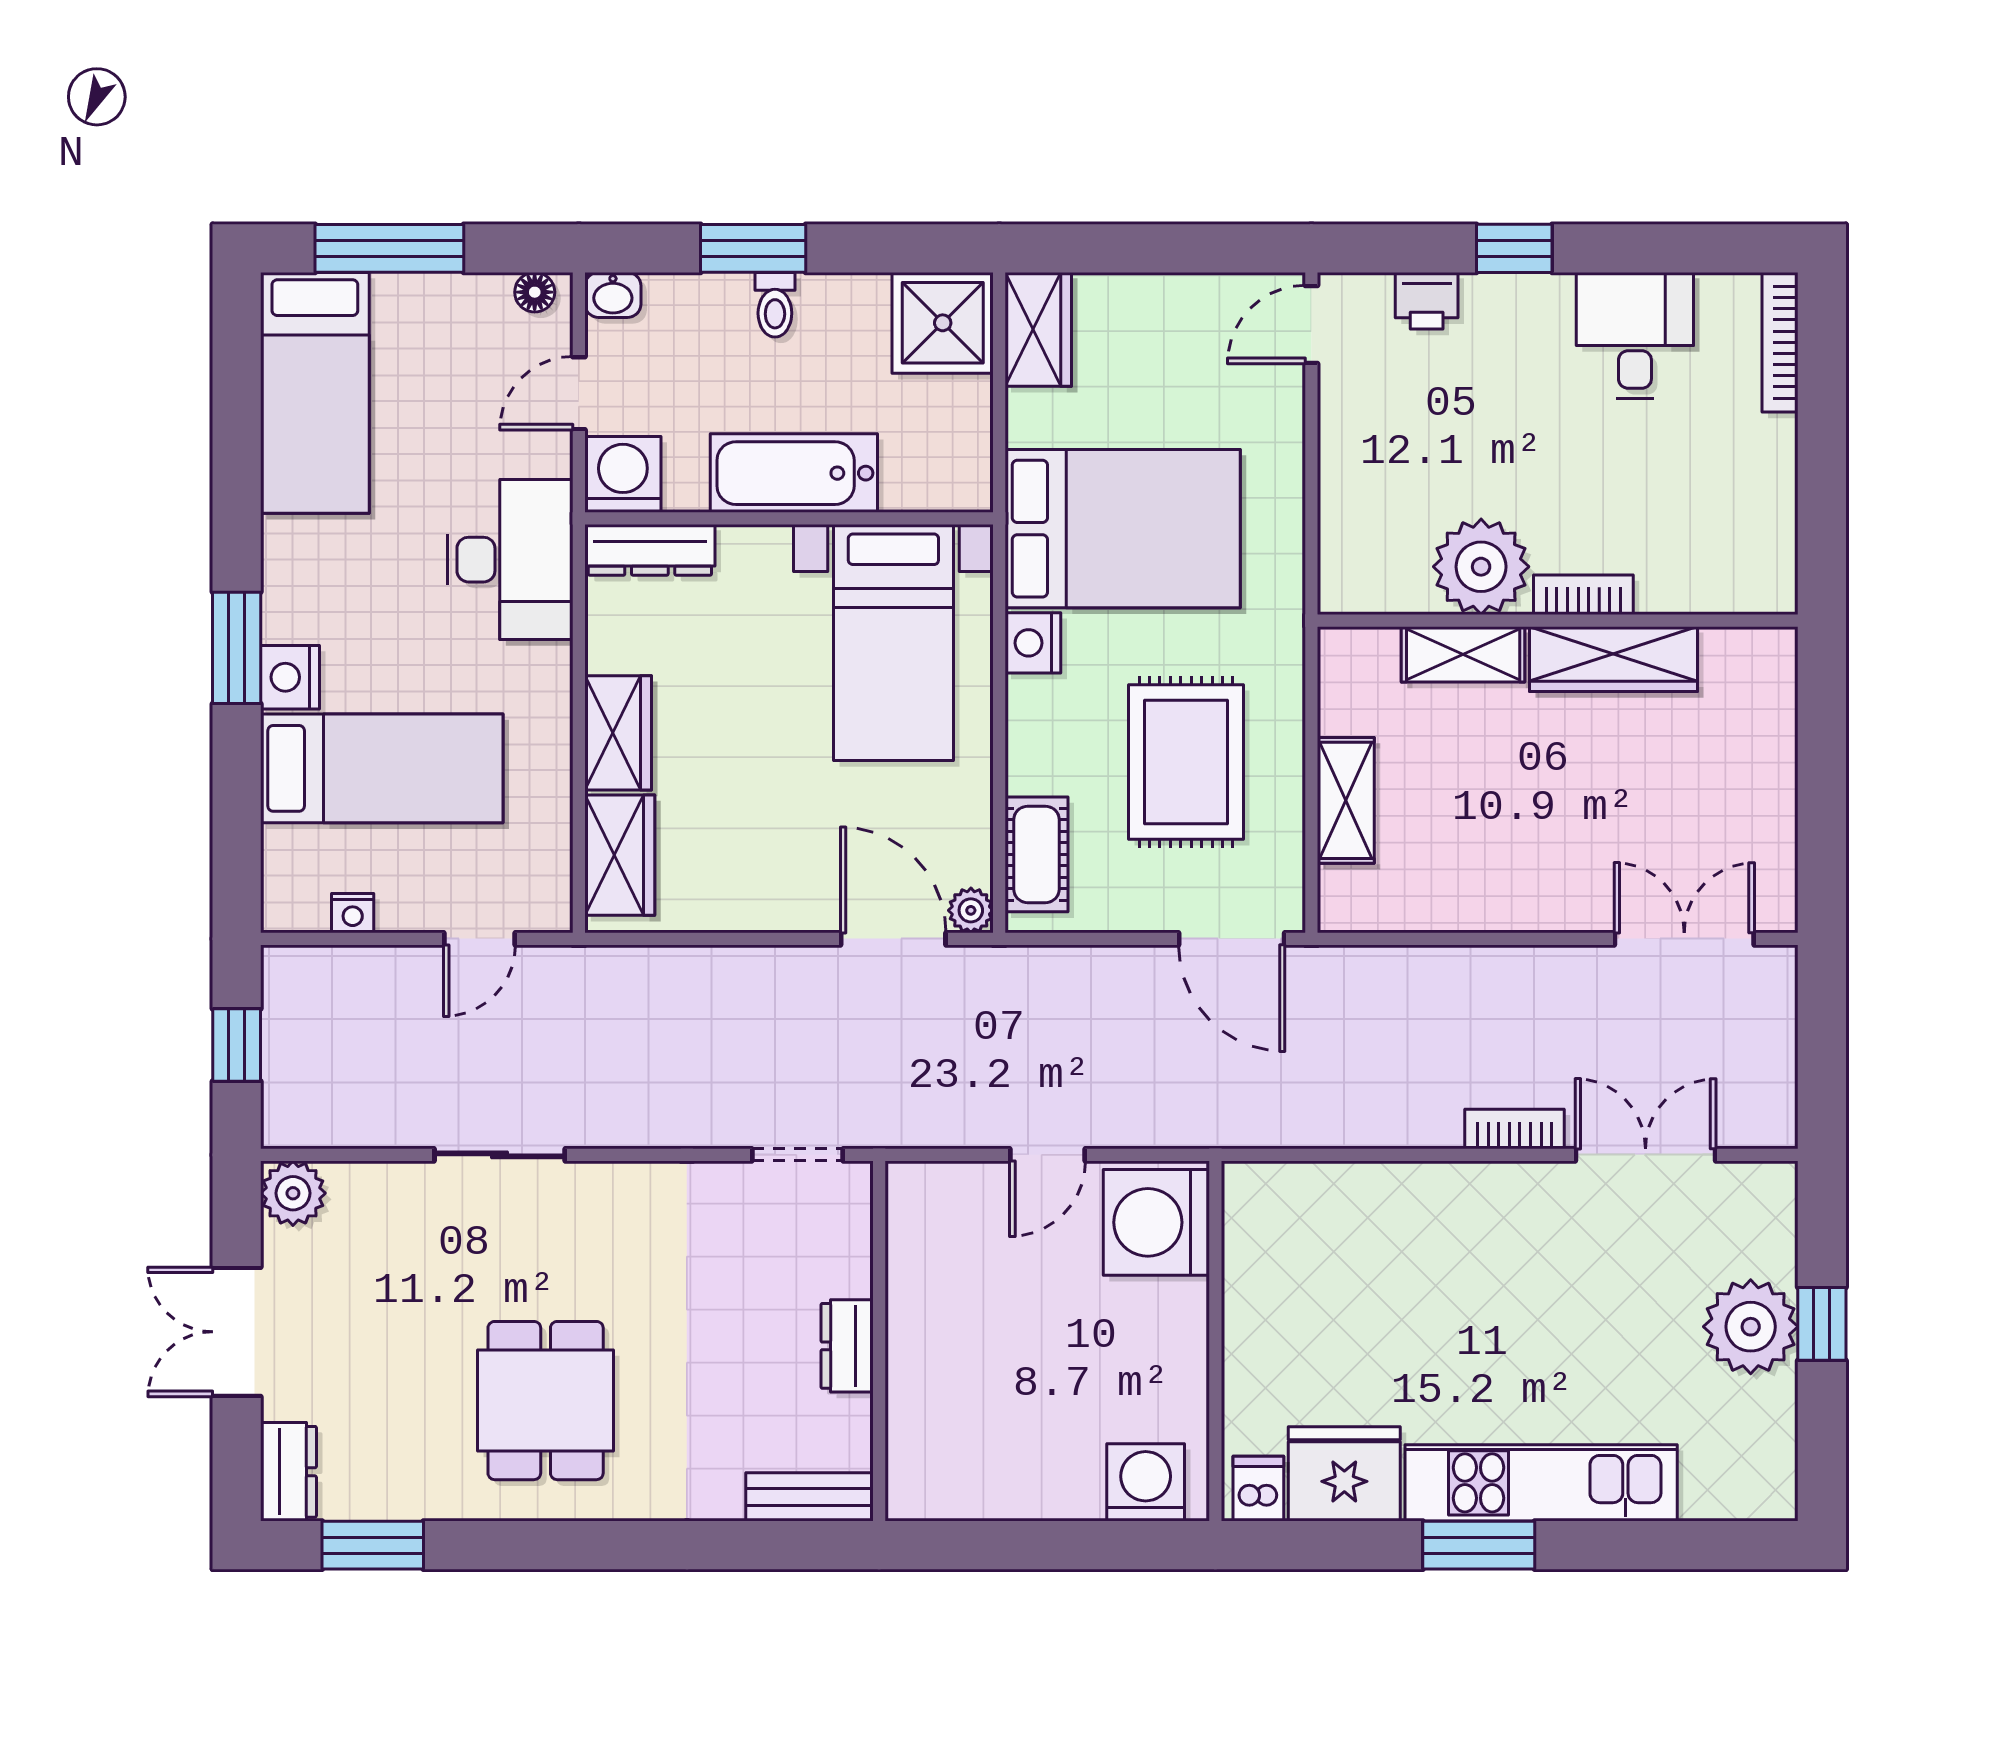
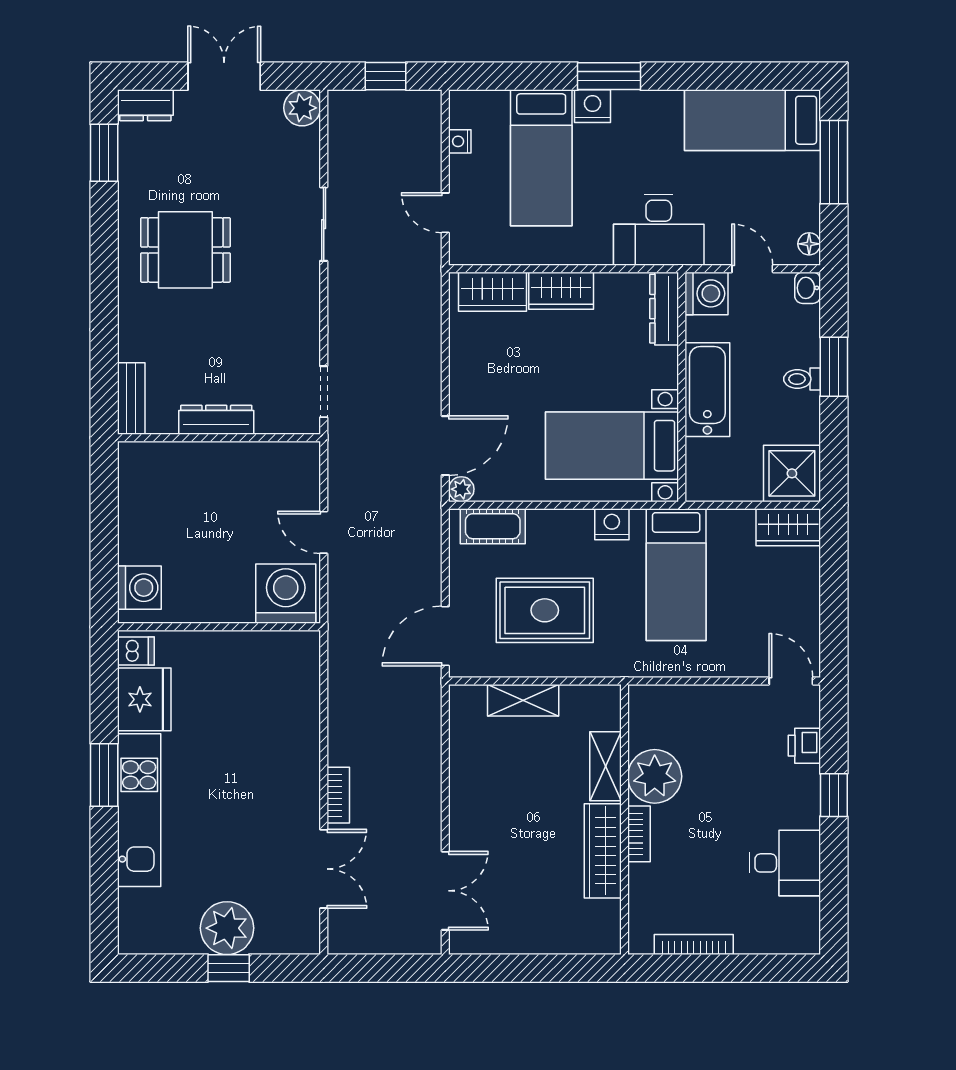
bookcase: (1780, 342) -> (694, 945), moved
bed: (1123, 529) -> (676, 575), width x0.67
dresser: (847, 1346) -> (216, 420), width x1.44

